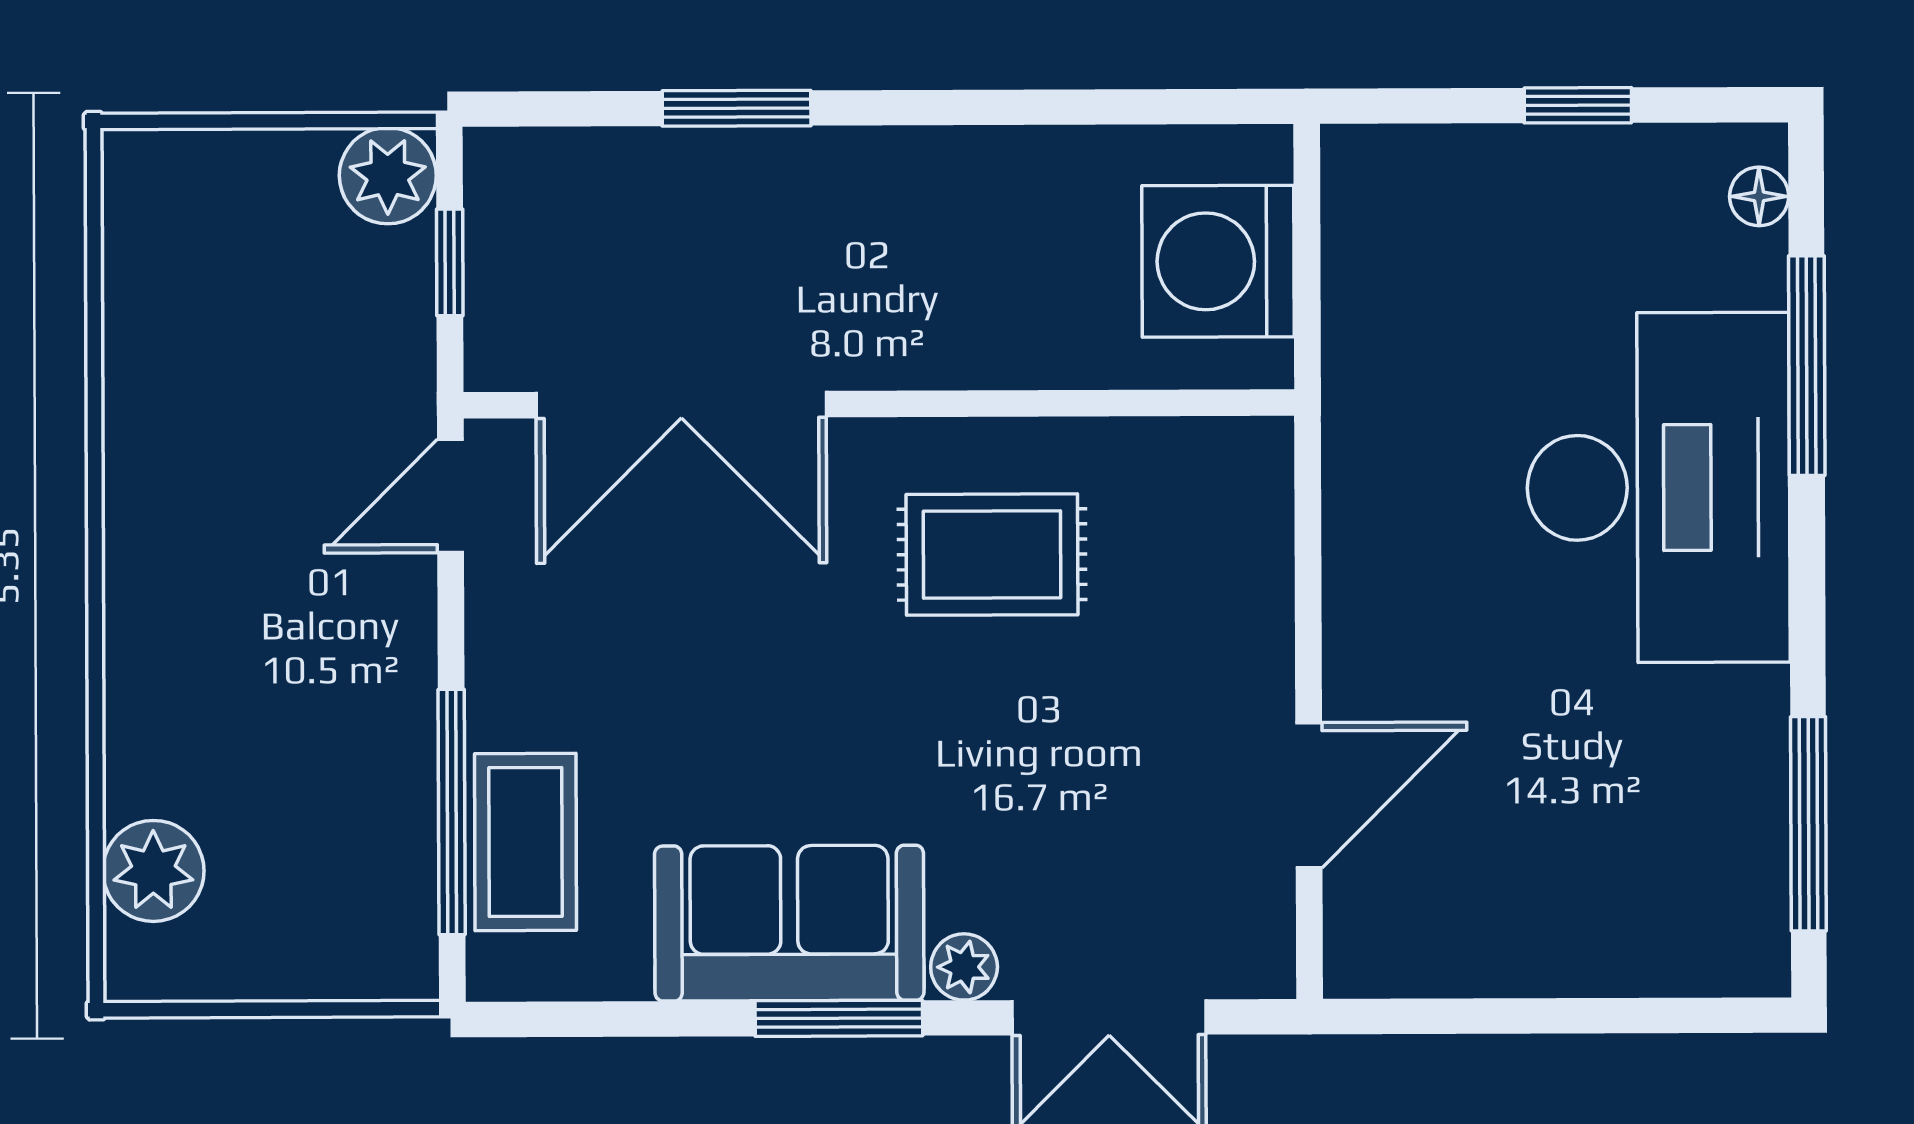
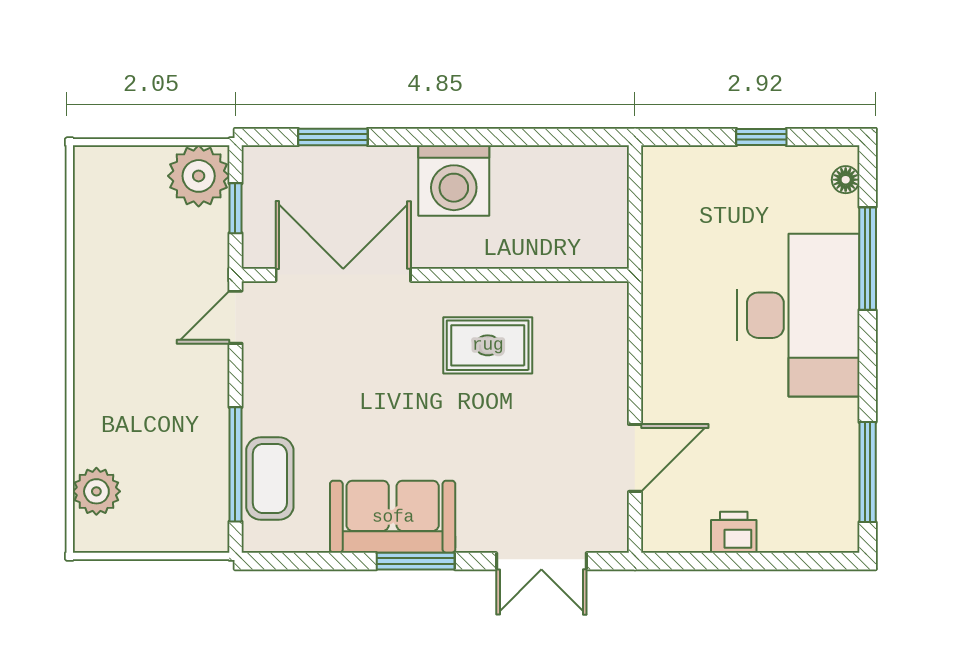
window: (737, 108) -> (333, 137), moved
plant: (388, 176) -> (199, 176), width x1.36, depth x1.36
washing machine: (1218, 261) -> (454, 181), moved, turned -90
double door: (681, 405) -> (343, 275), swing flipped
printer: (1522, 954) -> (734, 532), added
plant: (964, 967) -> (474, 537), removed

